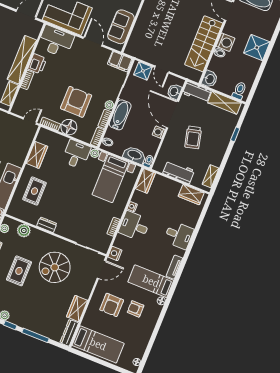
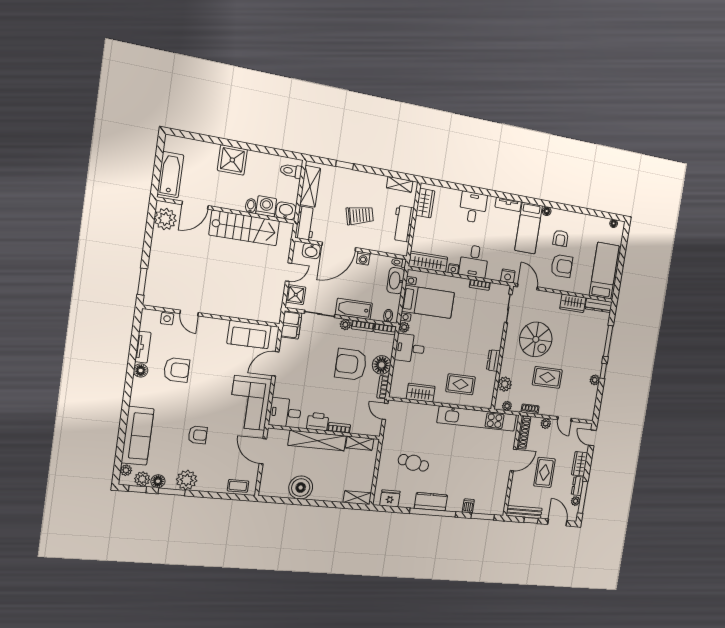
desk: (56, 41) -> (285, 413), width x0.73
washing machine: (226, 42) -> (266, 206), moved
wardrobe: (145, 181) -> (428, 262), width x1.50

